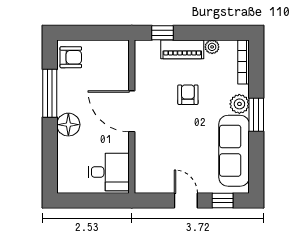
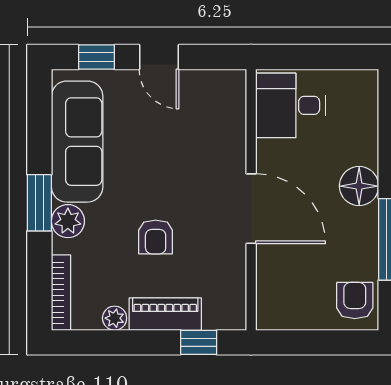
armchair: (71, 57) -> (355, 301), turned 90

